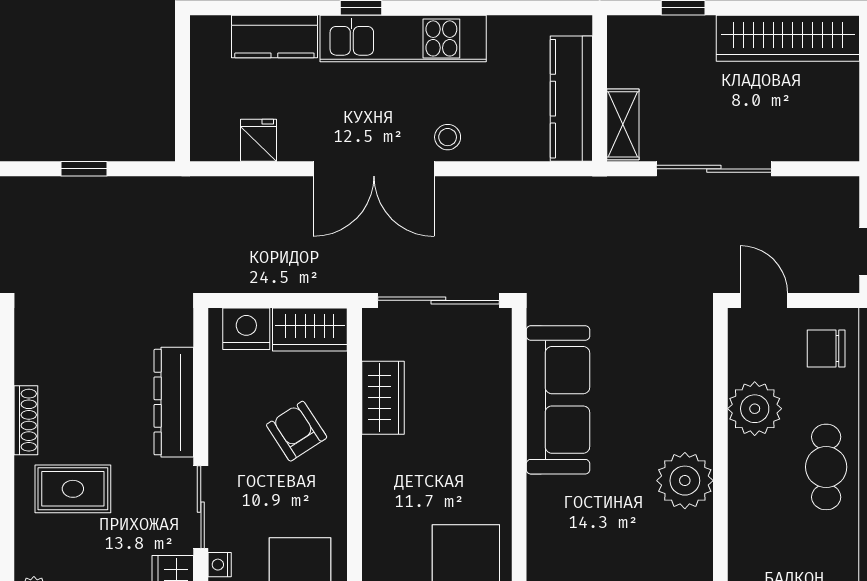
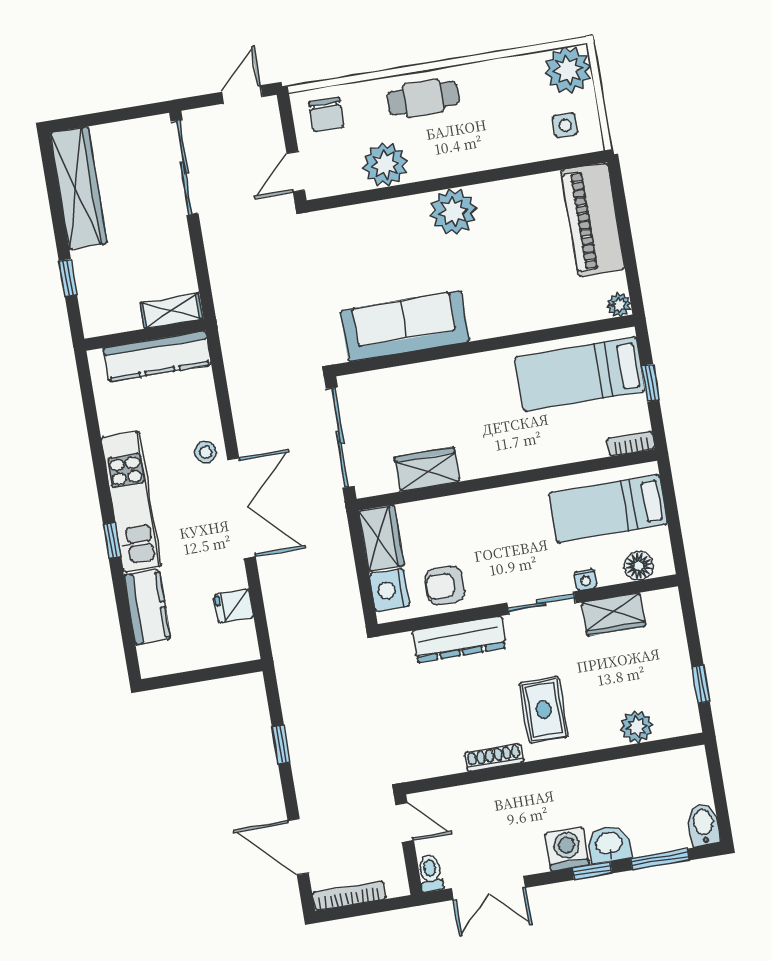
sliding door: (714, 169) -> (185, 167), moved
armchair: (297, 431) -> (445, 585), moved, turned 33

